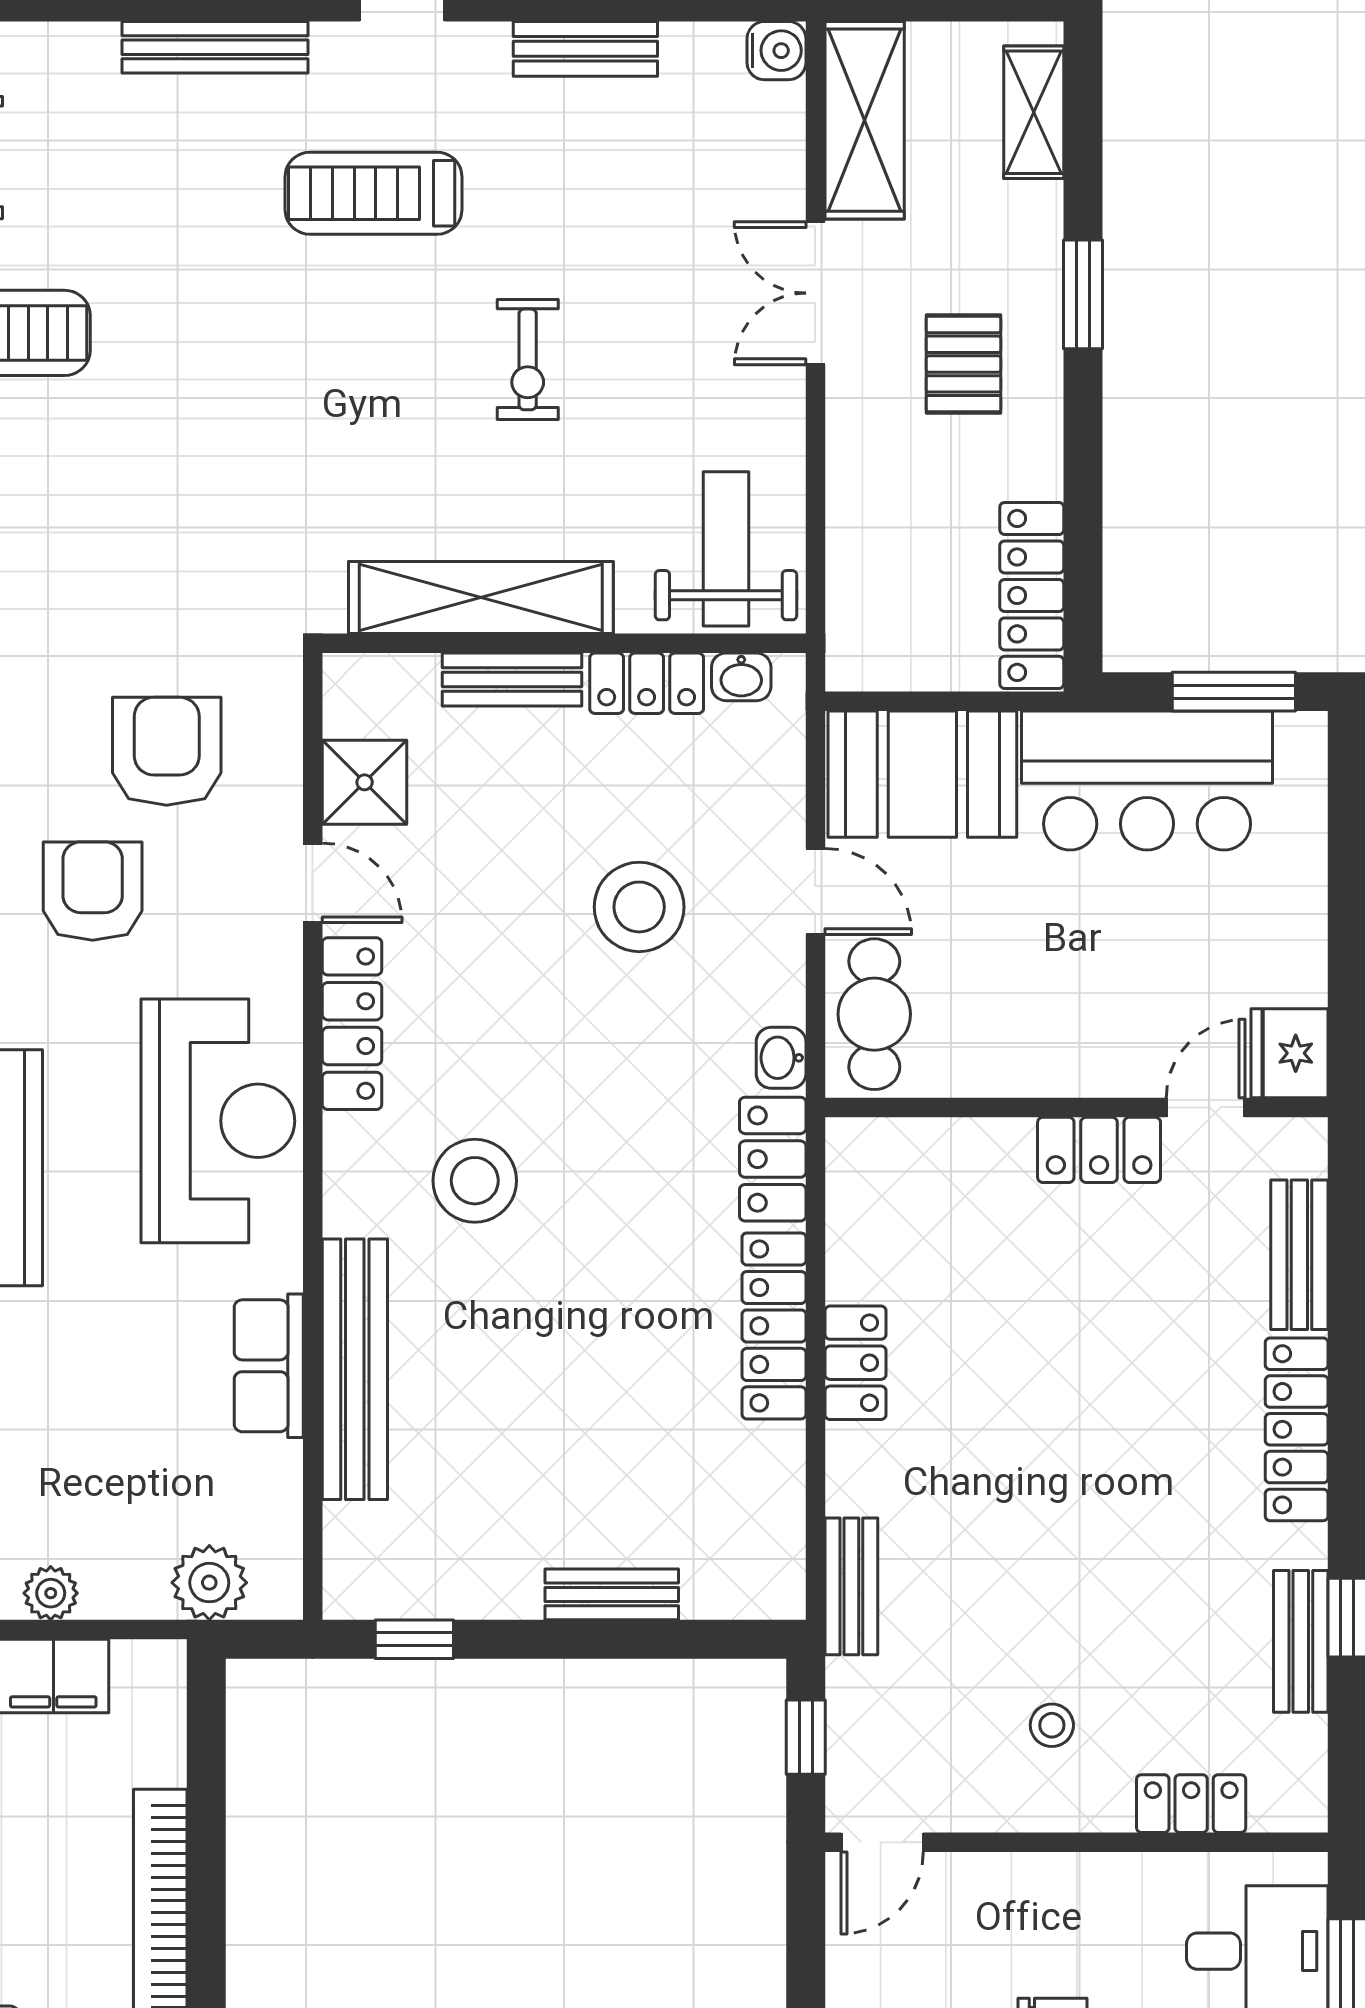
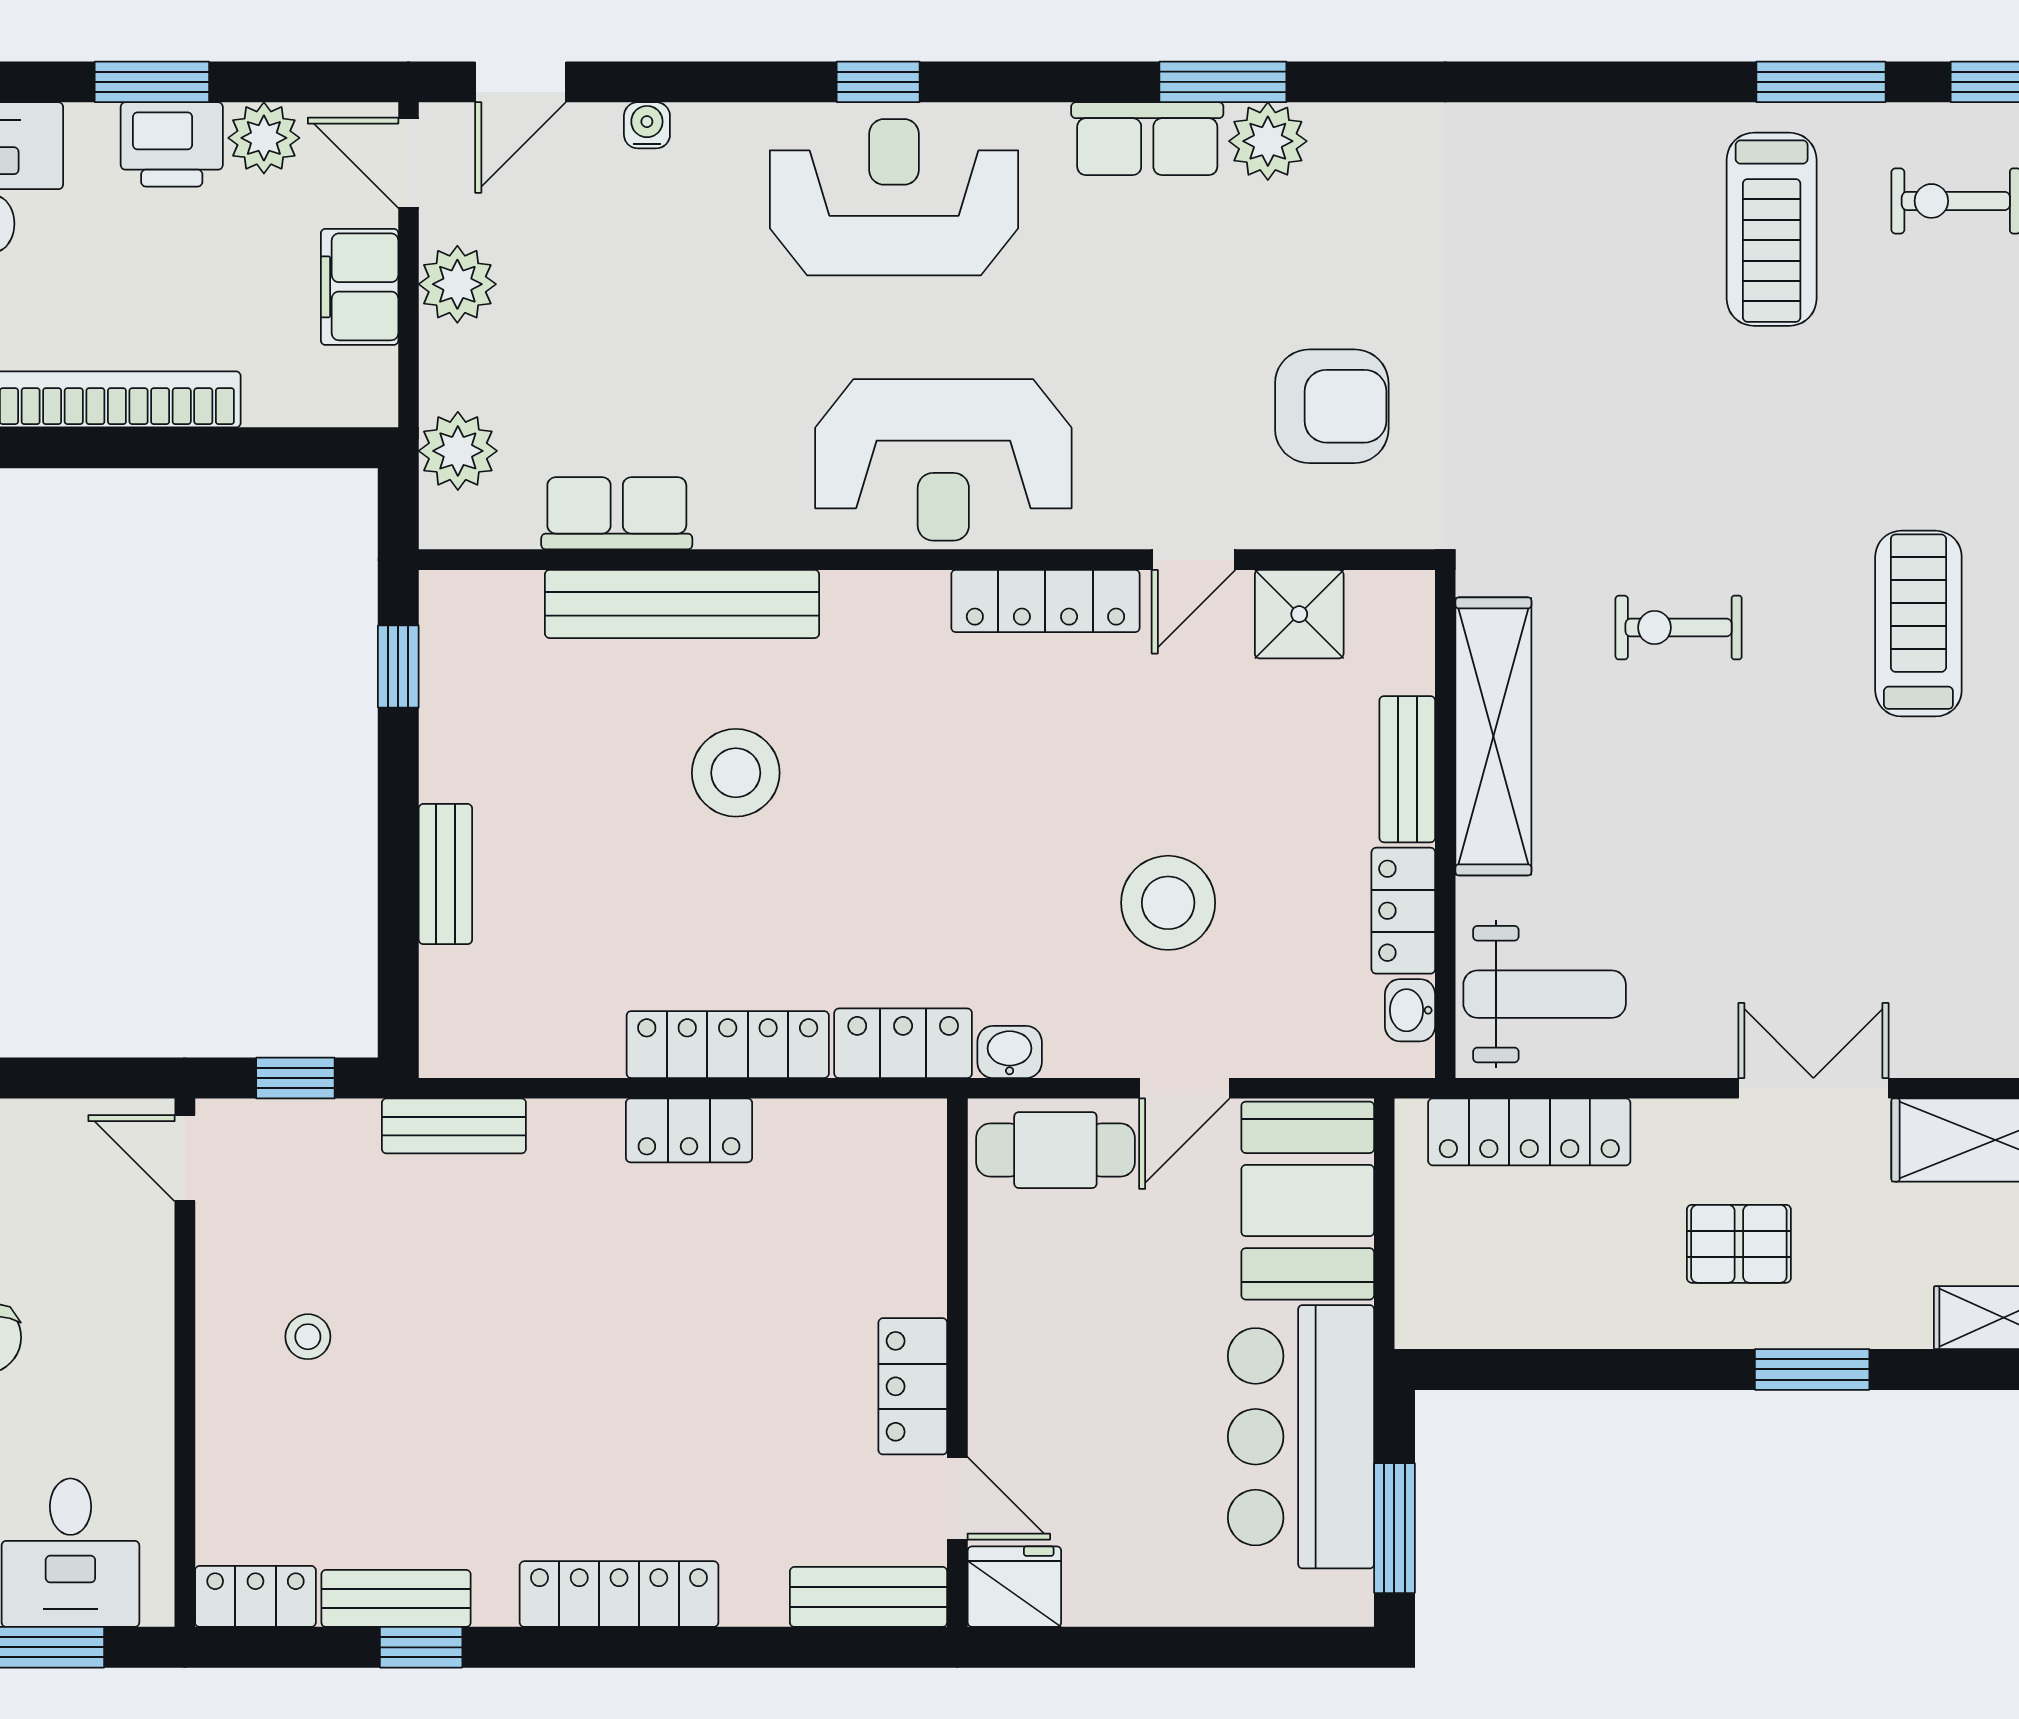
exercise bike: (528, 359) -> (1679, 628), moved
locker: (1032, 595) -> (1529, 1132), moved, turned 180
armchair: (93, 891) -> (1185, 328), removed
stool: (475, 1181) -> (736, 773), moved
bench: (1299, 1255) -> (869, 1597), moved
row of seats: (269, 1366) -> (617, 513), moved
plant: (51, 1593) -> (457, 284), width x1.38, depth x1.38
locker: (1191, 1804) -> (255, 1596), moved, turned -90

